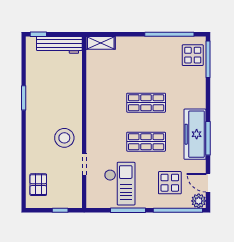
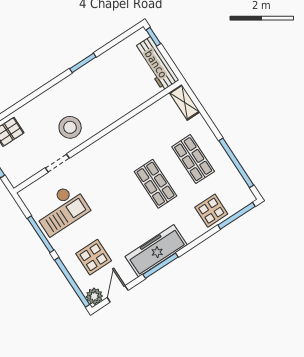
display table: (193, 55) -> (211, 211), moved
shop shelf: (146, 142) -> (193, 159), moved

